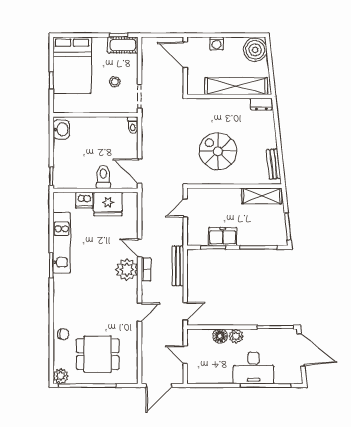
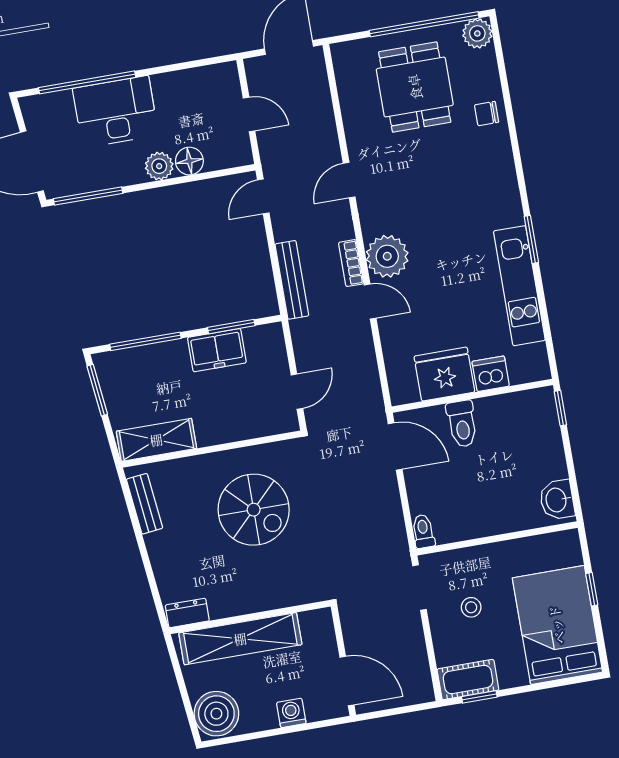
dining table: (98, 354) -> (415, 87), turned 90

